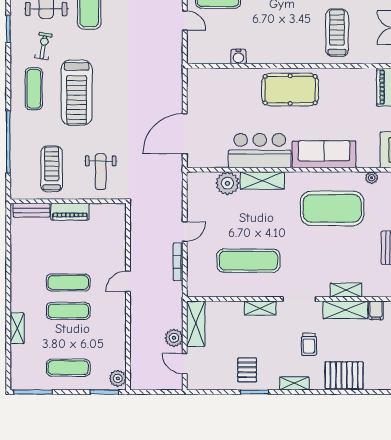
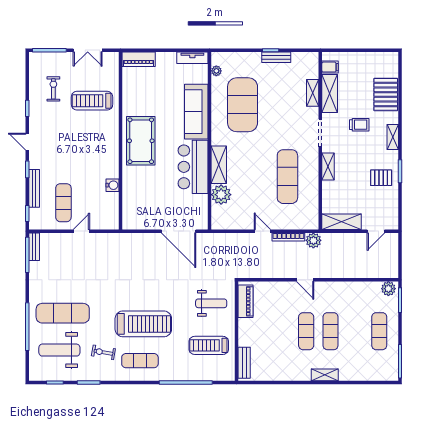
piano: (70, 212) -> (246, 301), moved
shelving: (17, 328) -> (325, 375), moved
plant: (174, 338) -> (313, 240), moved

